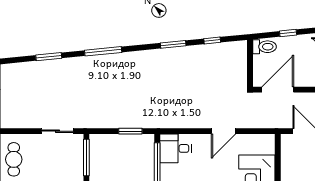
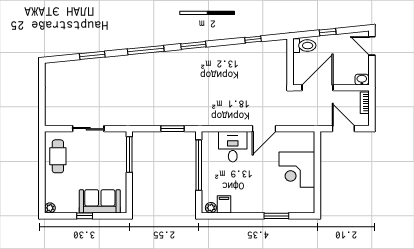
window: (173, 44) -> (193, 45), moved
sliding door: (57, 131) -> (88, 129), moved
desk: (175, 148) -> (233, 147), moved, turned 90

